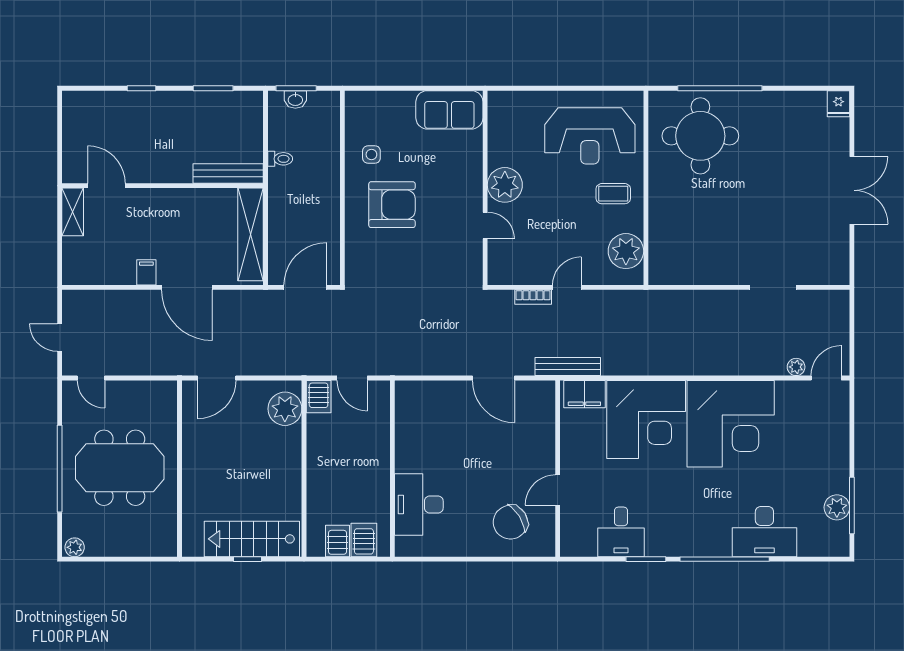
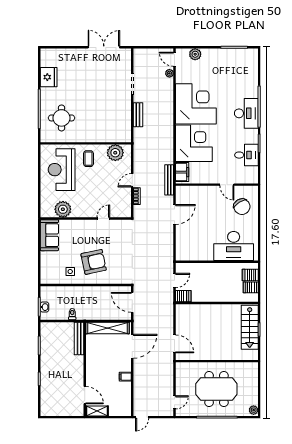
fridge: (838, 104) -> (49, 77), moved, width x1.88, depth x1.34
reception desk: (590, 136) -> (62, 170), turned 180
round table: (700, 136) -> (62, 118), width x0.73, depth x0.73
plant: (505, 185) -> (63, 209), moved
door: (107, 186) -> (85, 395), swing flipped
double door: (852, 190) -> (104, 47), moved
armchair: (392, 205) -> (94, 262), turned 78
door: (187, 287) -> (132, 346), moved
door: (567, 287) -> (132, 180), hinge flipped
bench: (707, 300) -> (138, 115), added
door: (60, 338) -> (142, 417), moved
plant: (285, 409) -> (189, 312), removed
meeting table: (120, 468) -> (216, 389), turned 90
desk: (419, 504) -> (234, 246), width x1.36, depth x1.30
plant: (837, 507) -> (195, 54), moved
desk: (764, 532) -> (246, 113), moved

